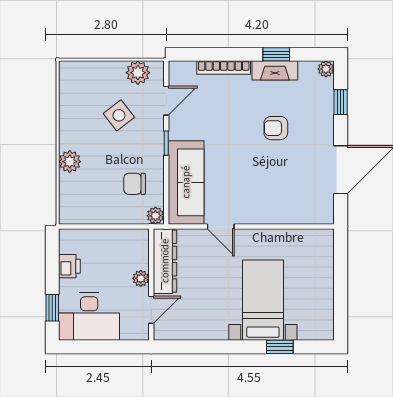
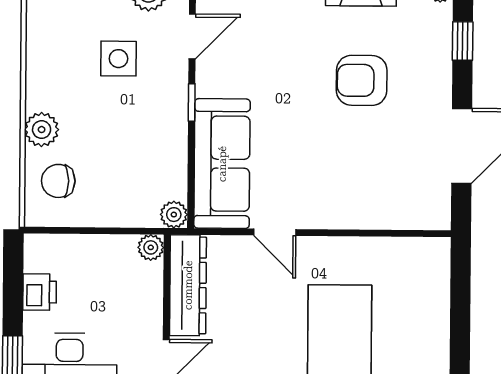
side table: (119, 115) -> (119, 59), turned 38
armchair: (276, 128) -> (362, 80), width x1.38, depth x1.38
chair: (135, 184) -> (58, 181), moved
plant: (141, 278) -> (151, 247), moved

